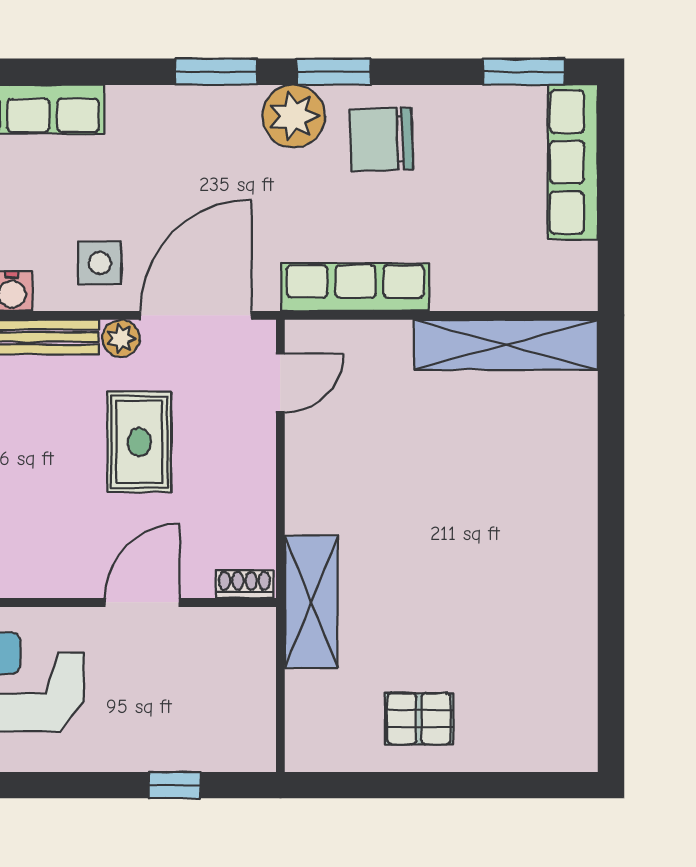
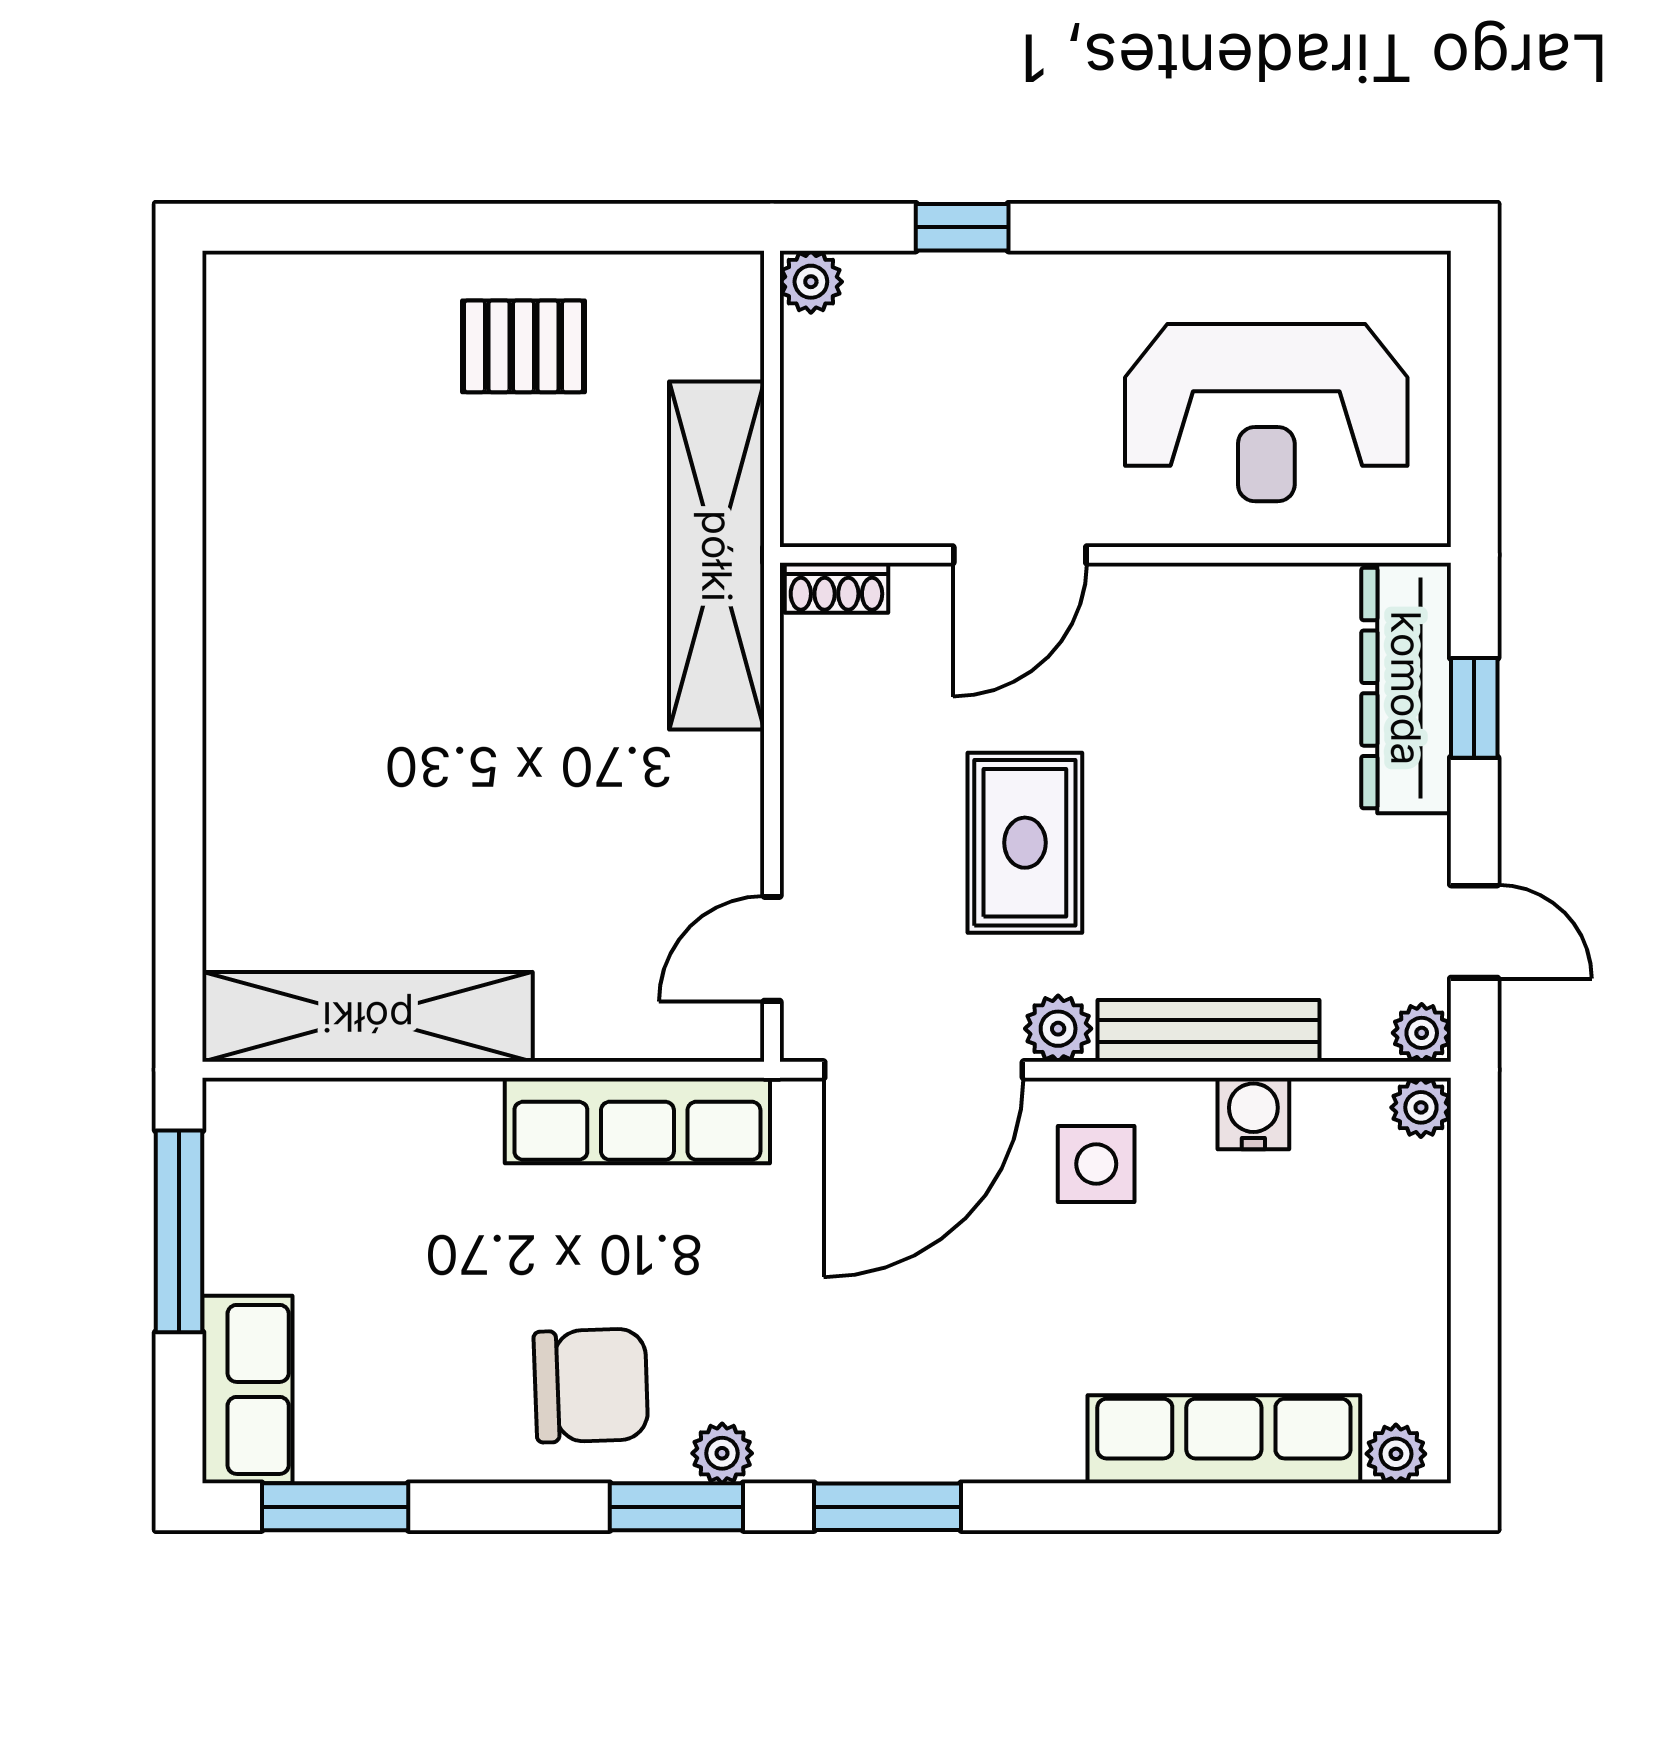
plant: (294, 116) -> (722, 1453), width x0.53, depth x0.53
row of seats: (573, 162) -> (247, 1389), width x0.68
window: (611, 225) -> (179, 1231), added
shelving: (311, 602) -> (717, 556), width x1.47
plant: (259, 755) -> (811, 282), added

